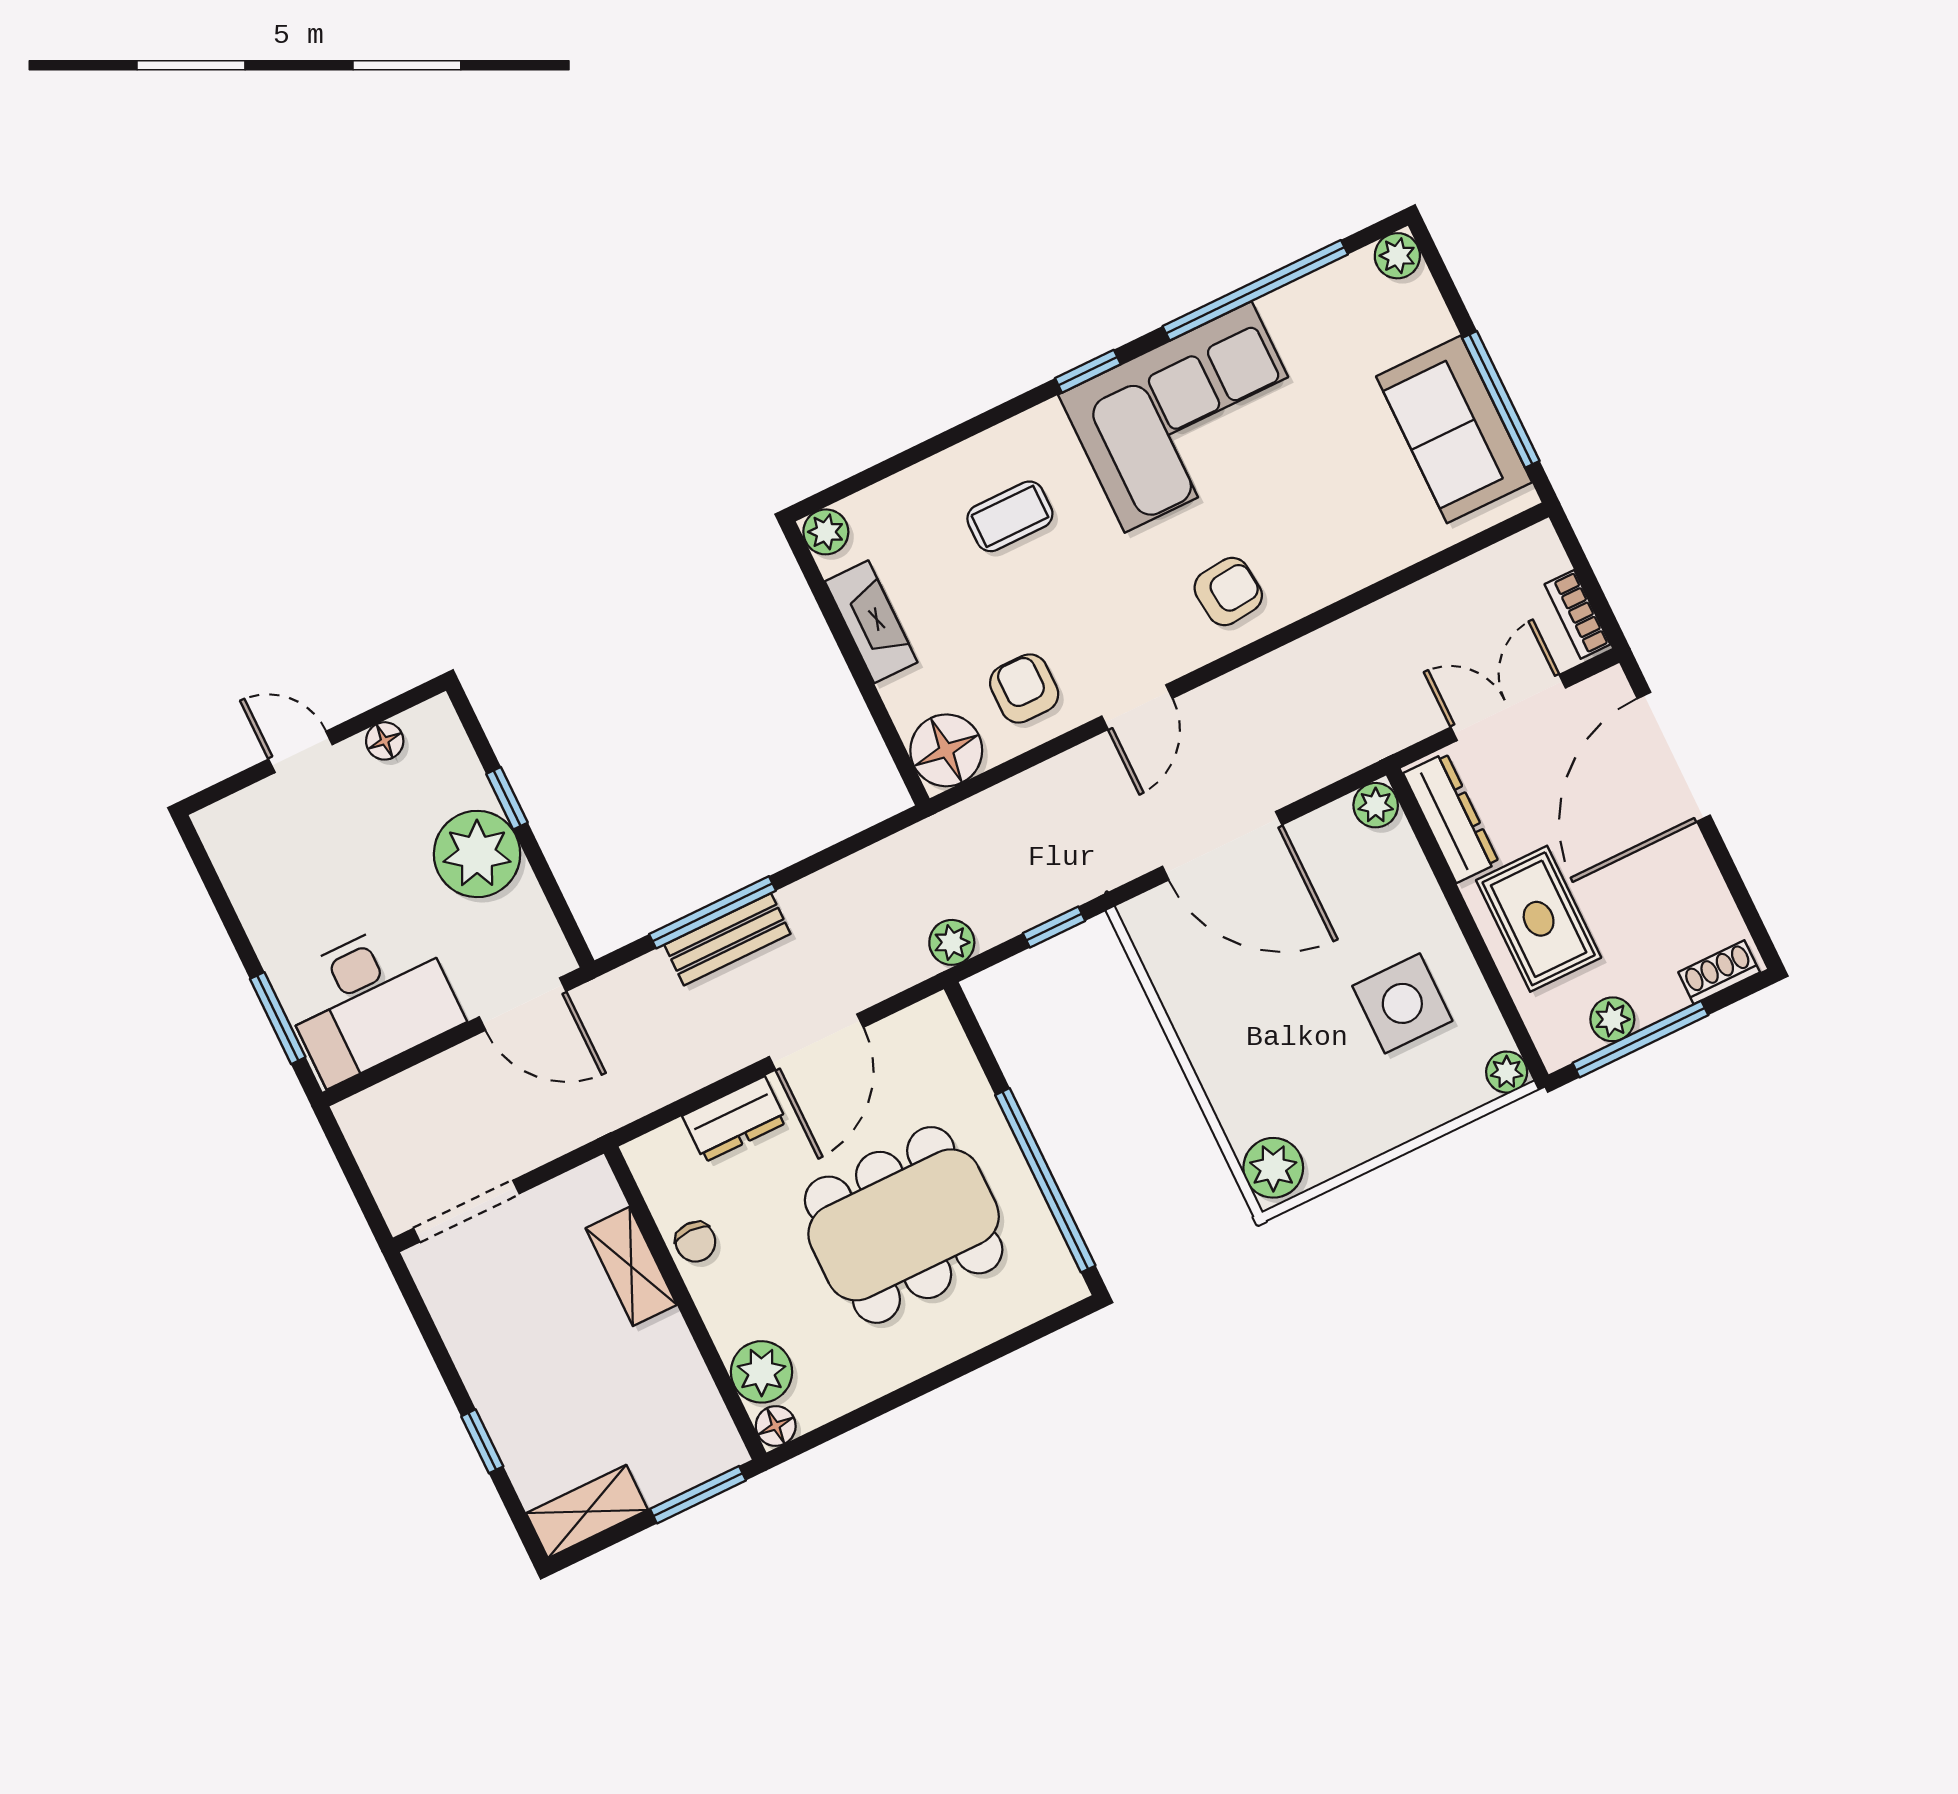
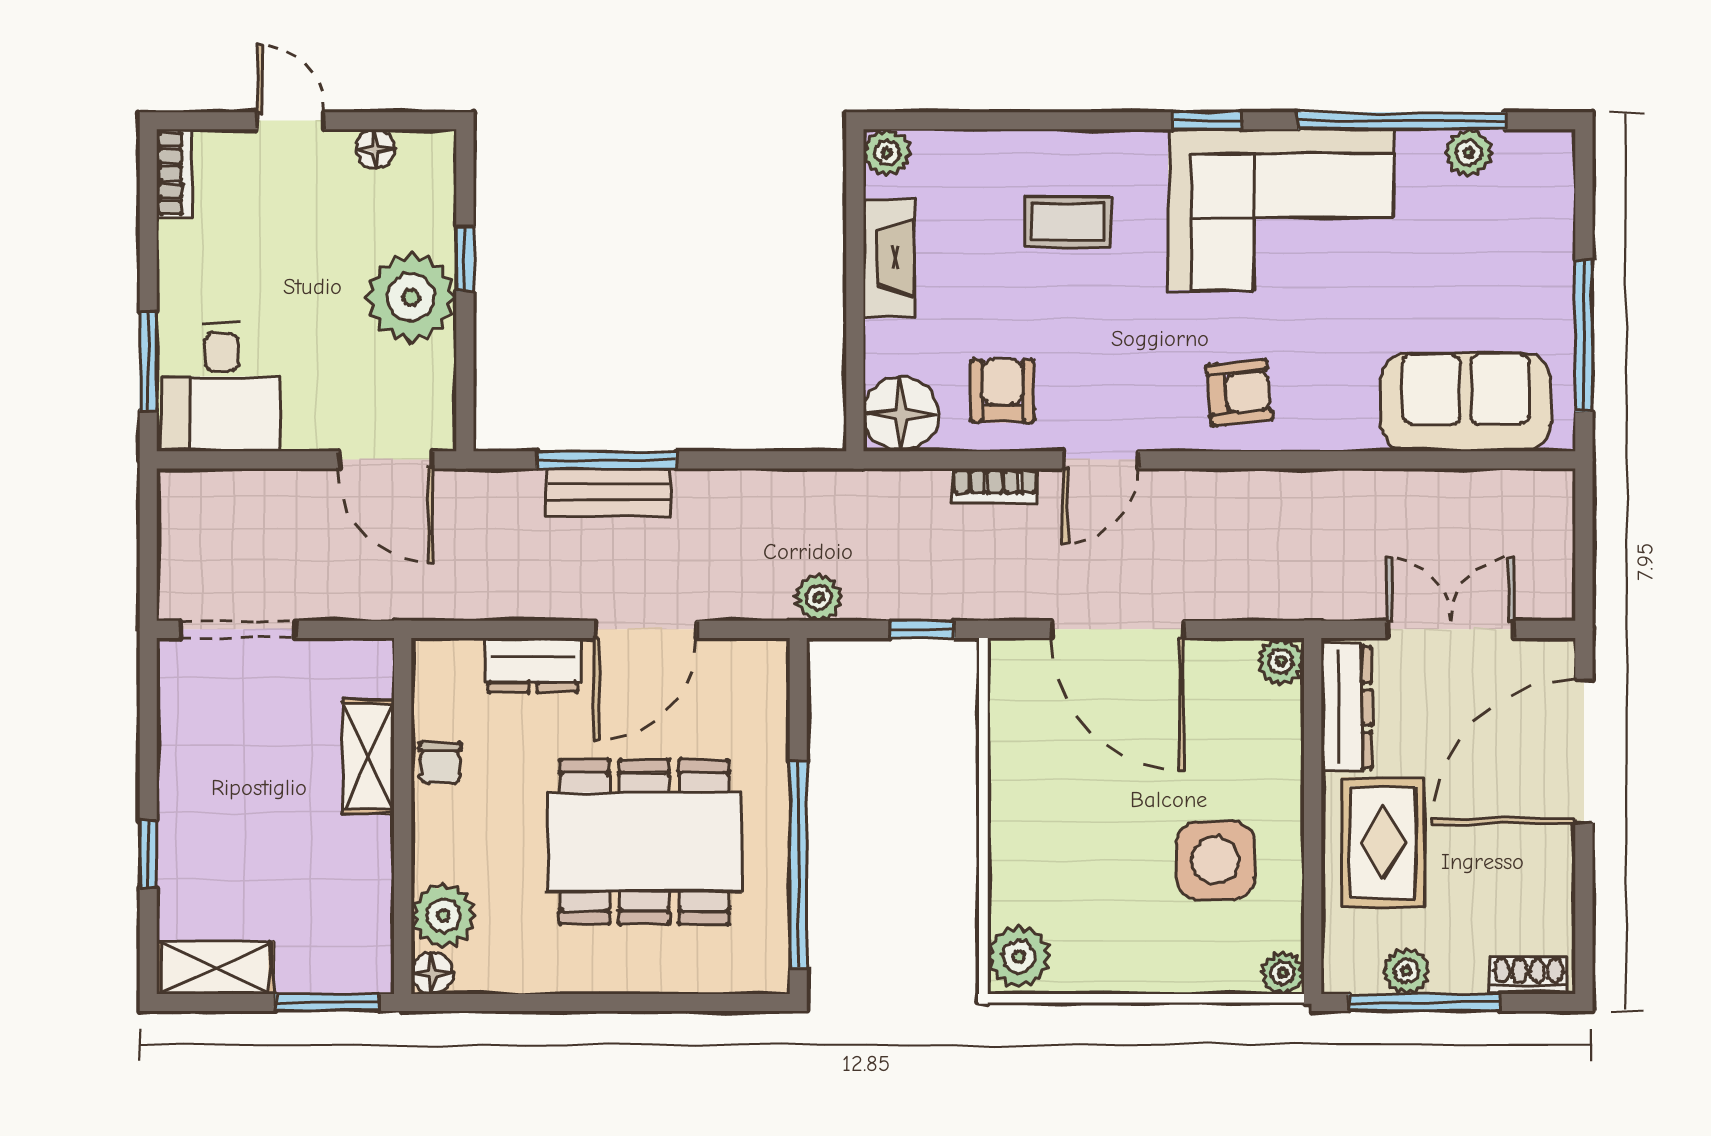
plant: (1397, 256) -> (1469, 153), moved
sofa: (1454, 429) -> (1466, 402), moved, turned 90
bookcase: (1577, 614) -> (995, 486), moved, turned -90
bookcase: (222, 846) -> (174, 173), added
desk: (370, 1001) -> (221, 387), width x0.73

